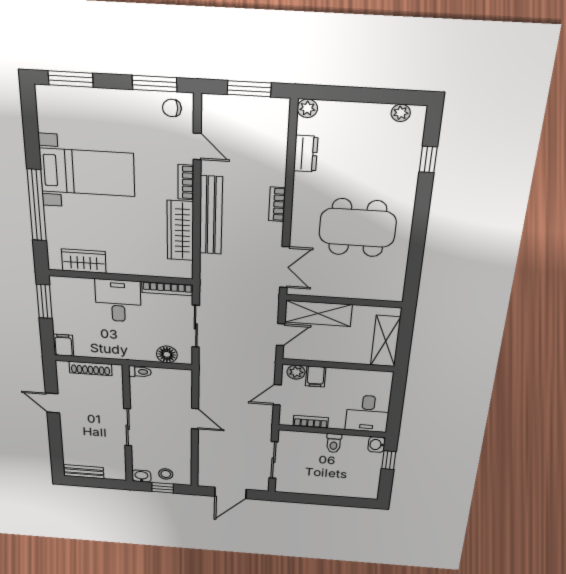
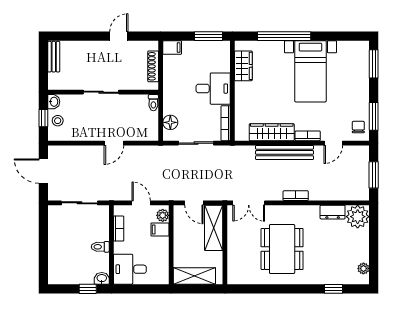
plant: (307, 108) -> (358, 217), width x1.88, depth x1.88

